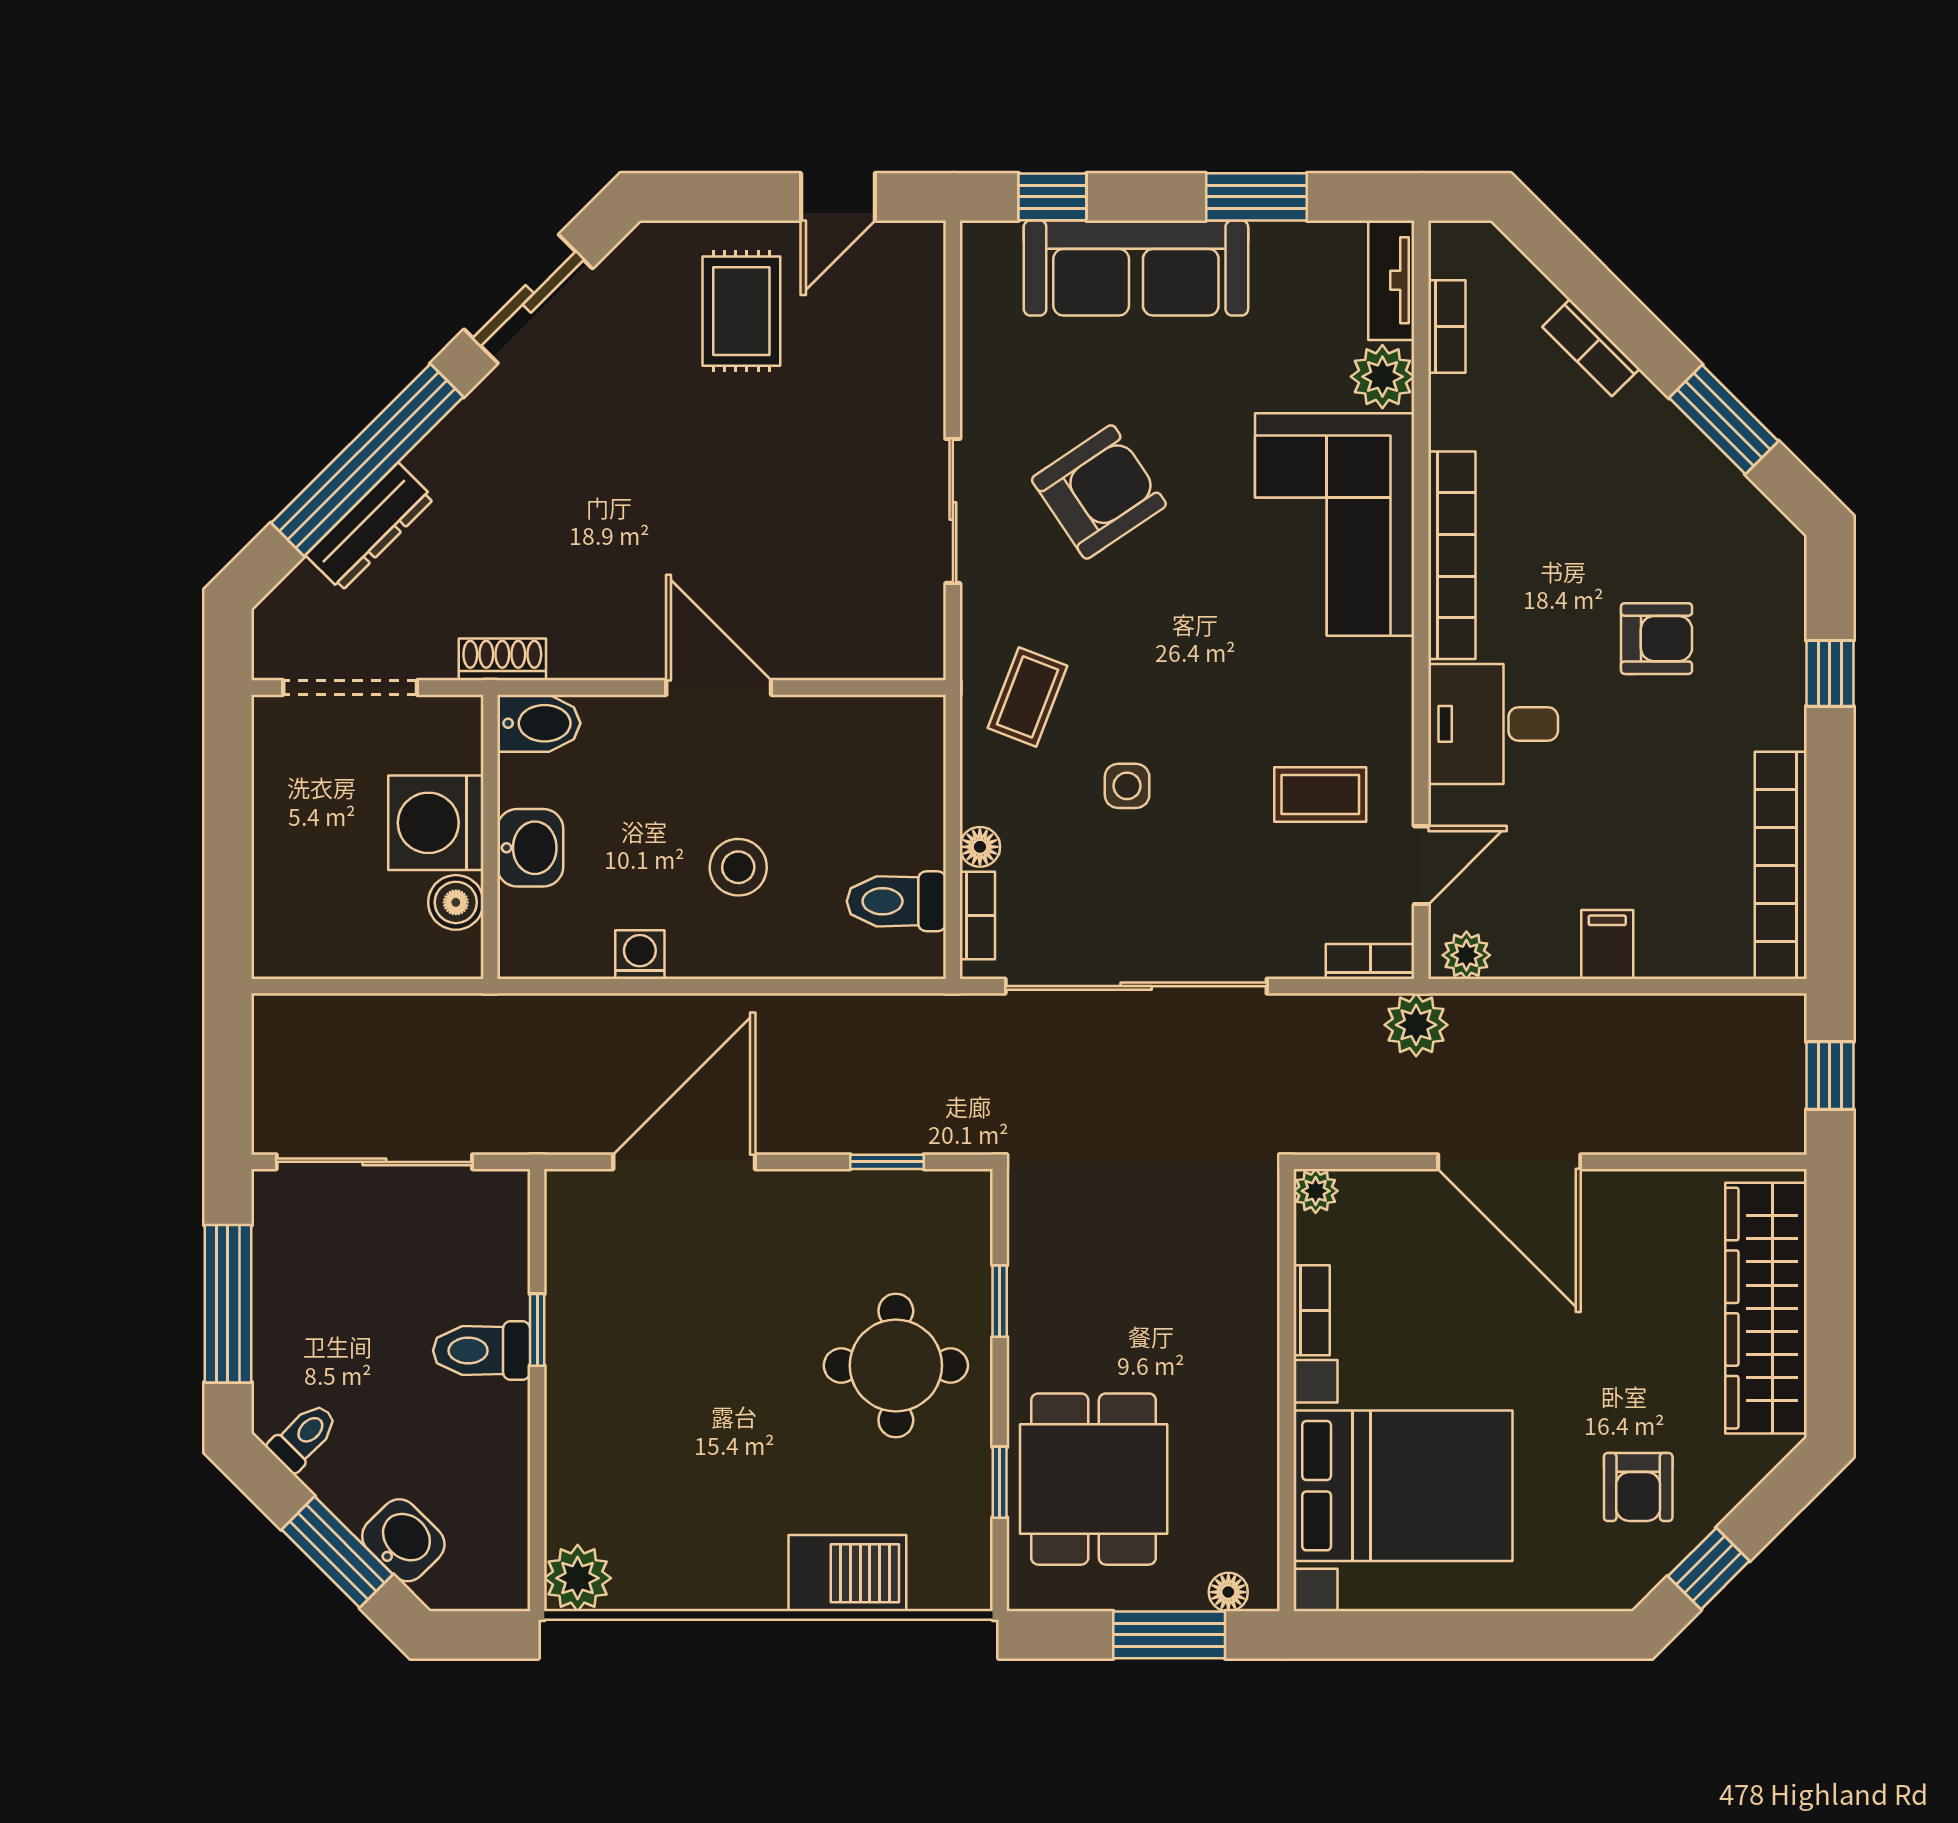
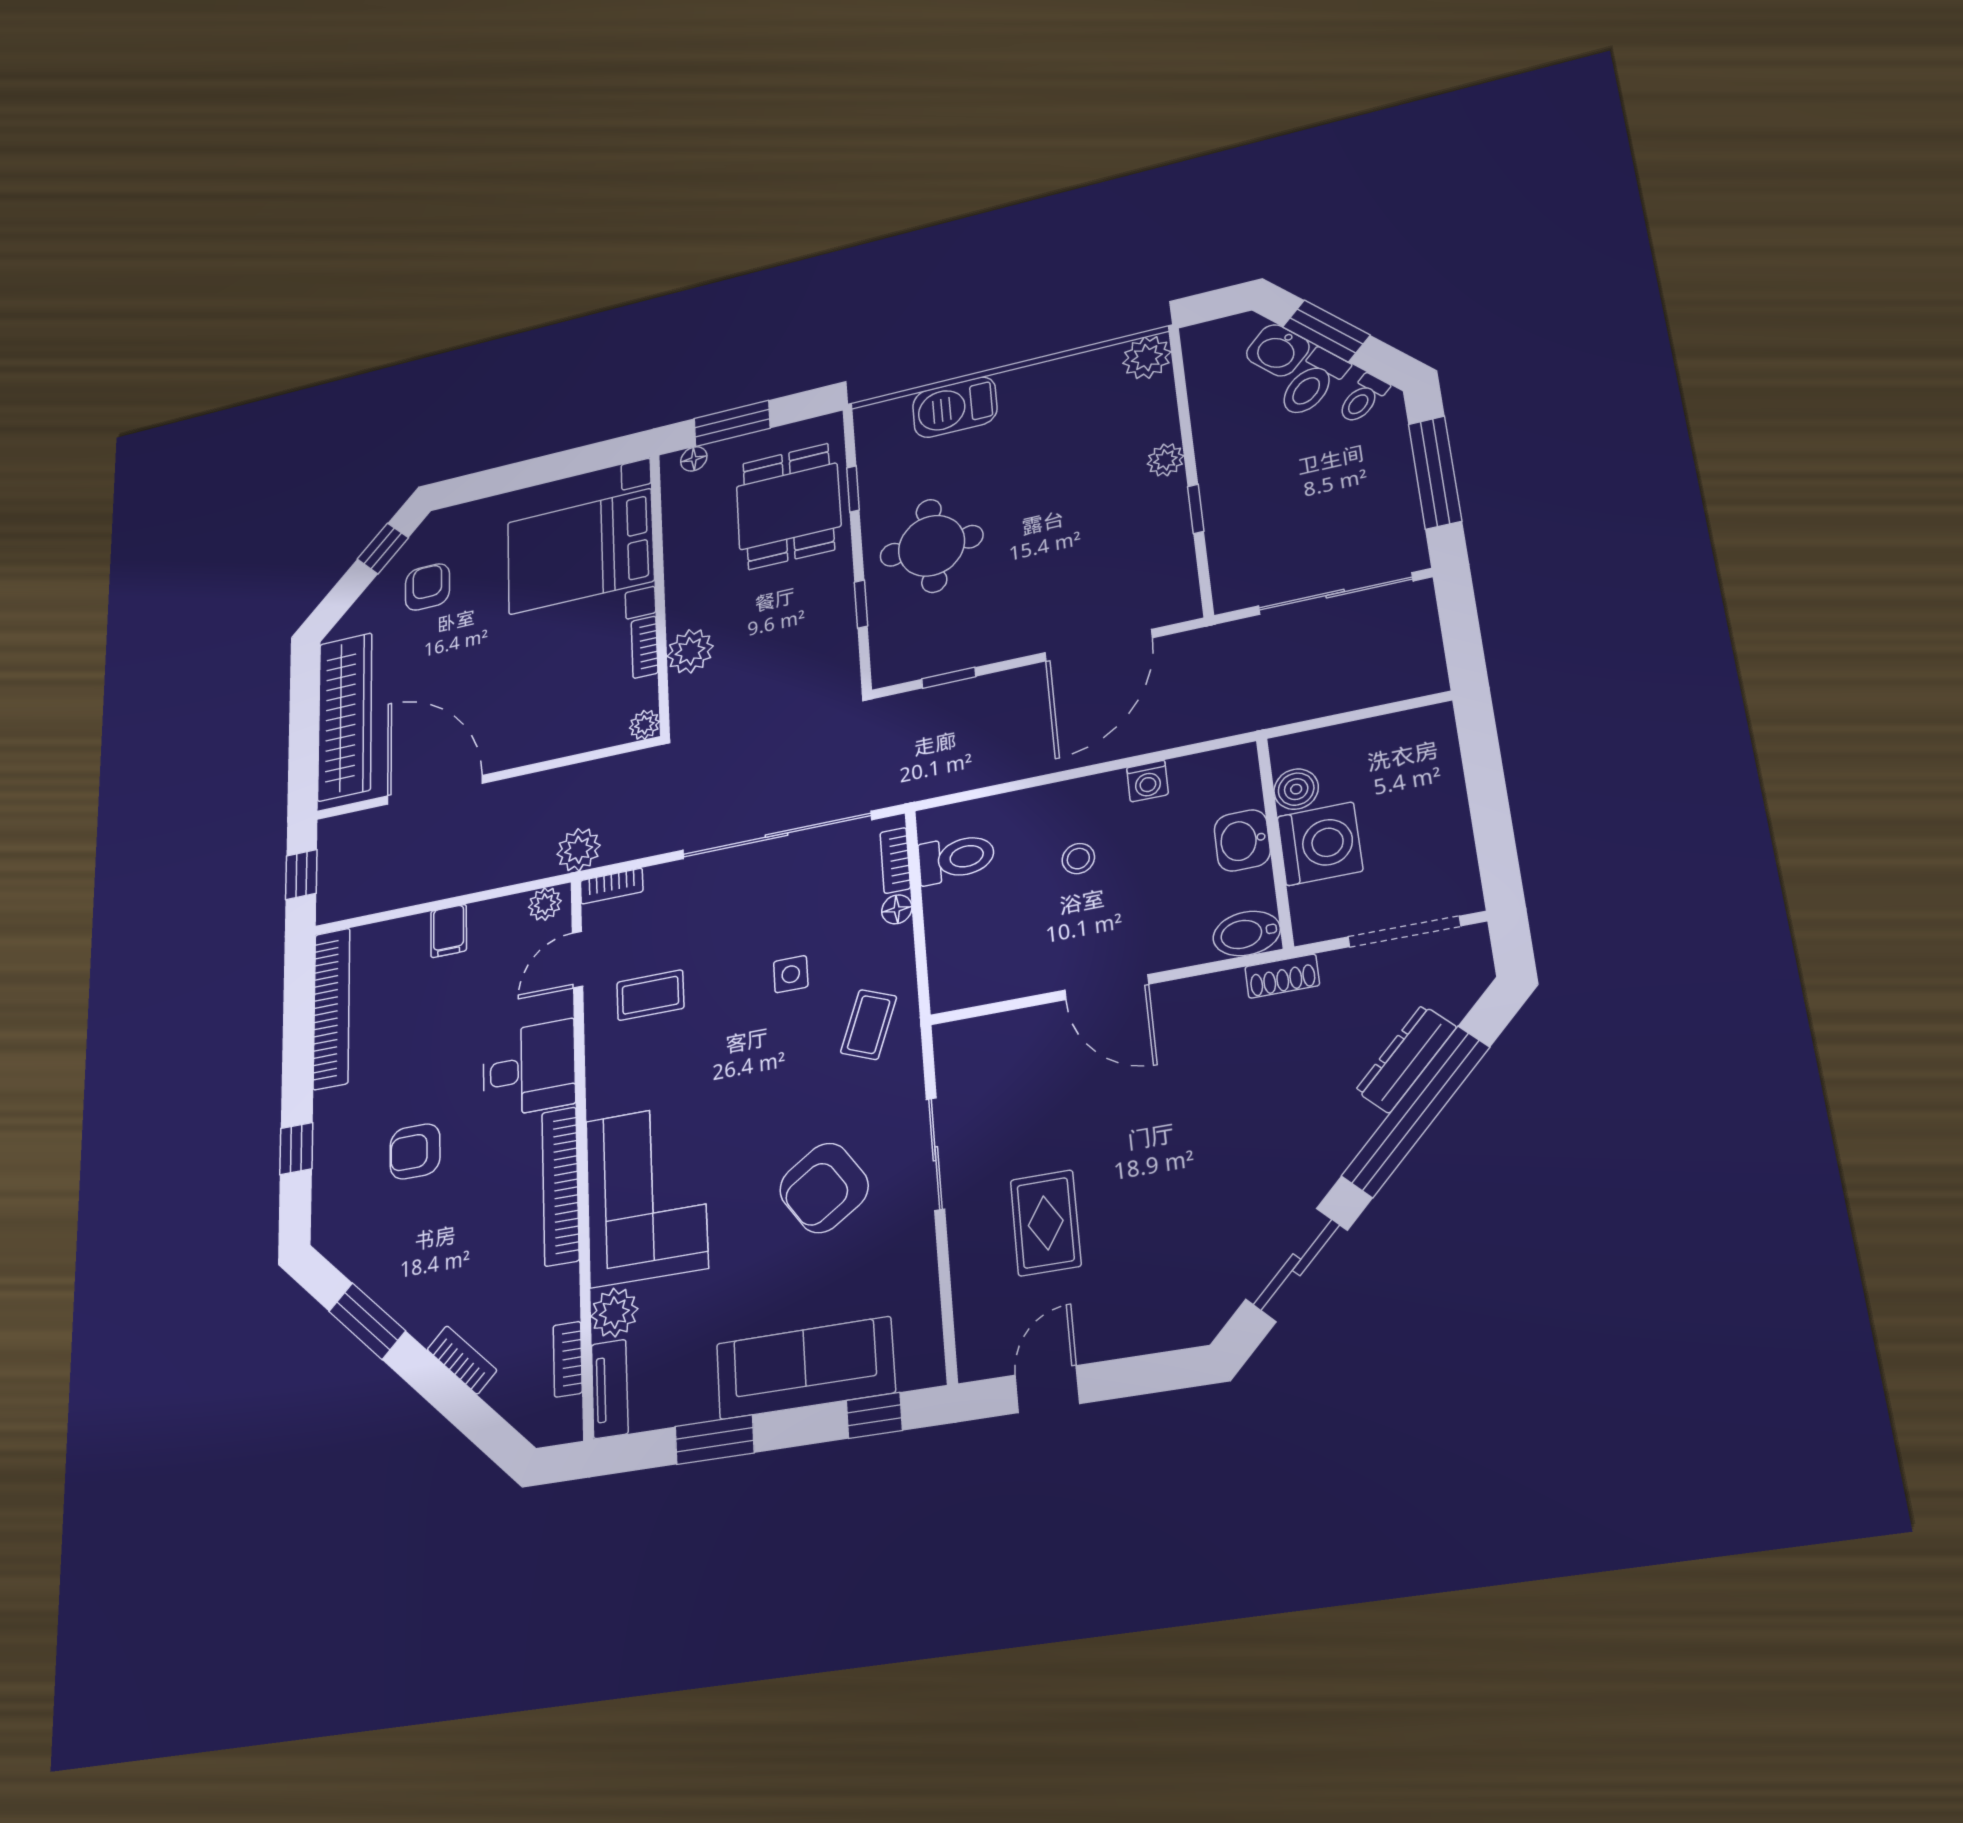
rug: (741, 311) -> (1046, 1223), moved
stool: (738, 867) -> (1078, 859), width x0.73, depth x0.73
door: (1509, 1162) -> (435, 790), moved
plant: (1246, 1288) -> (690, 651), added
toilet: (482, 1351) -> (1313, 383), moved, turned 135
plant: (569, 1414) -> (1165, 460), added

